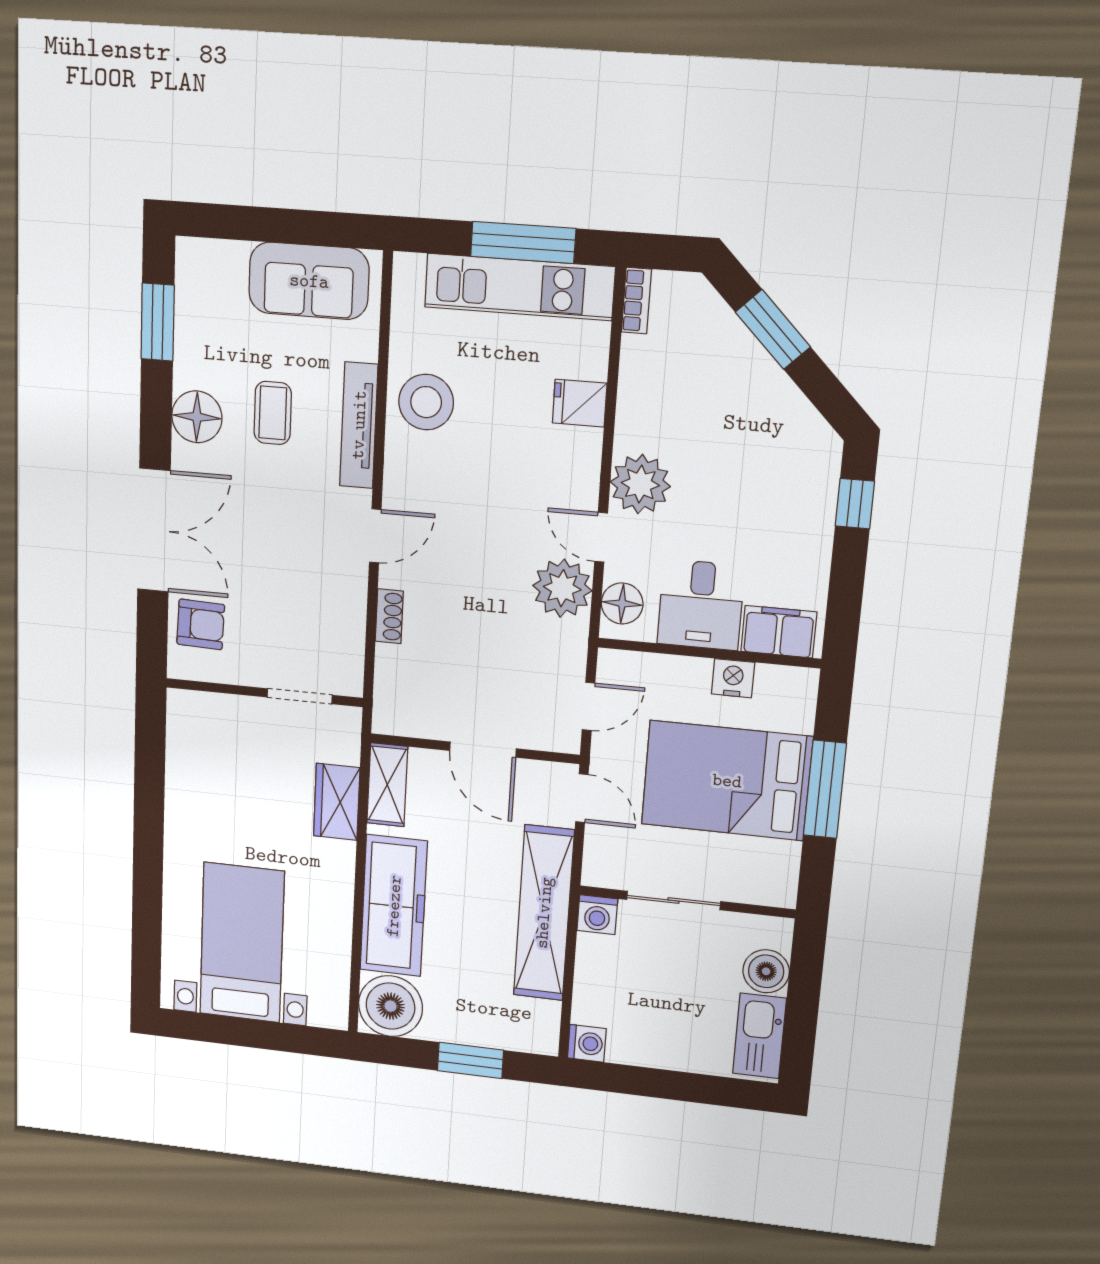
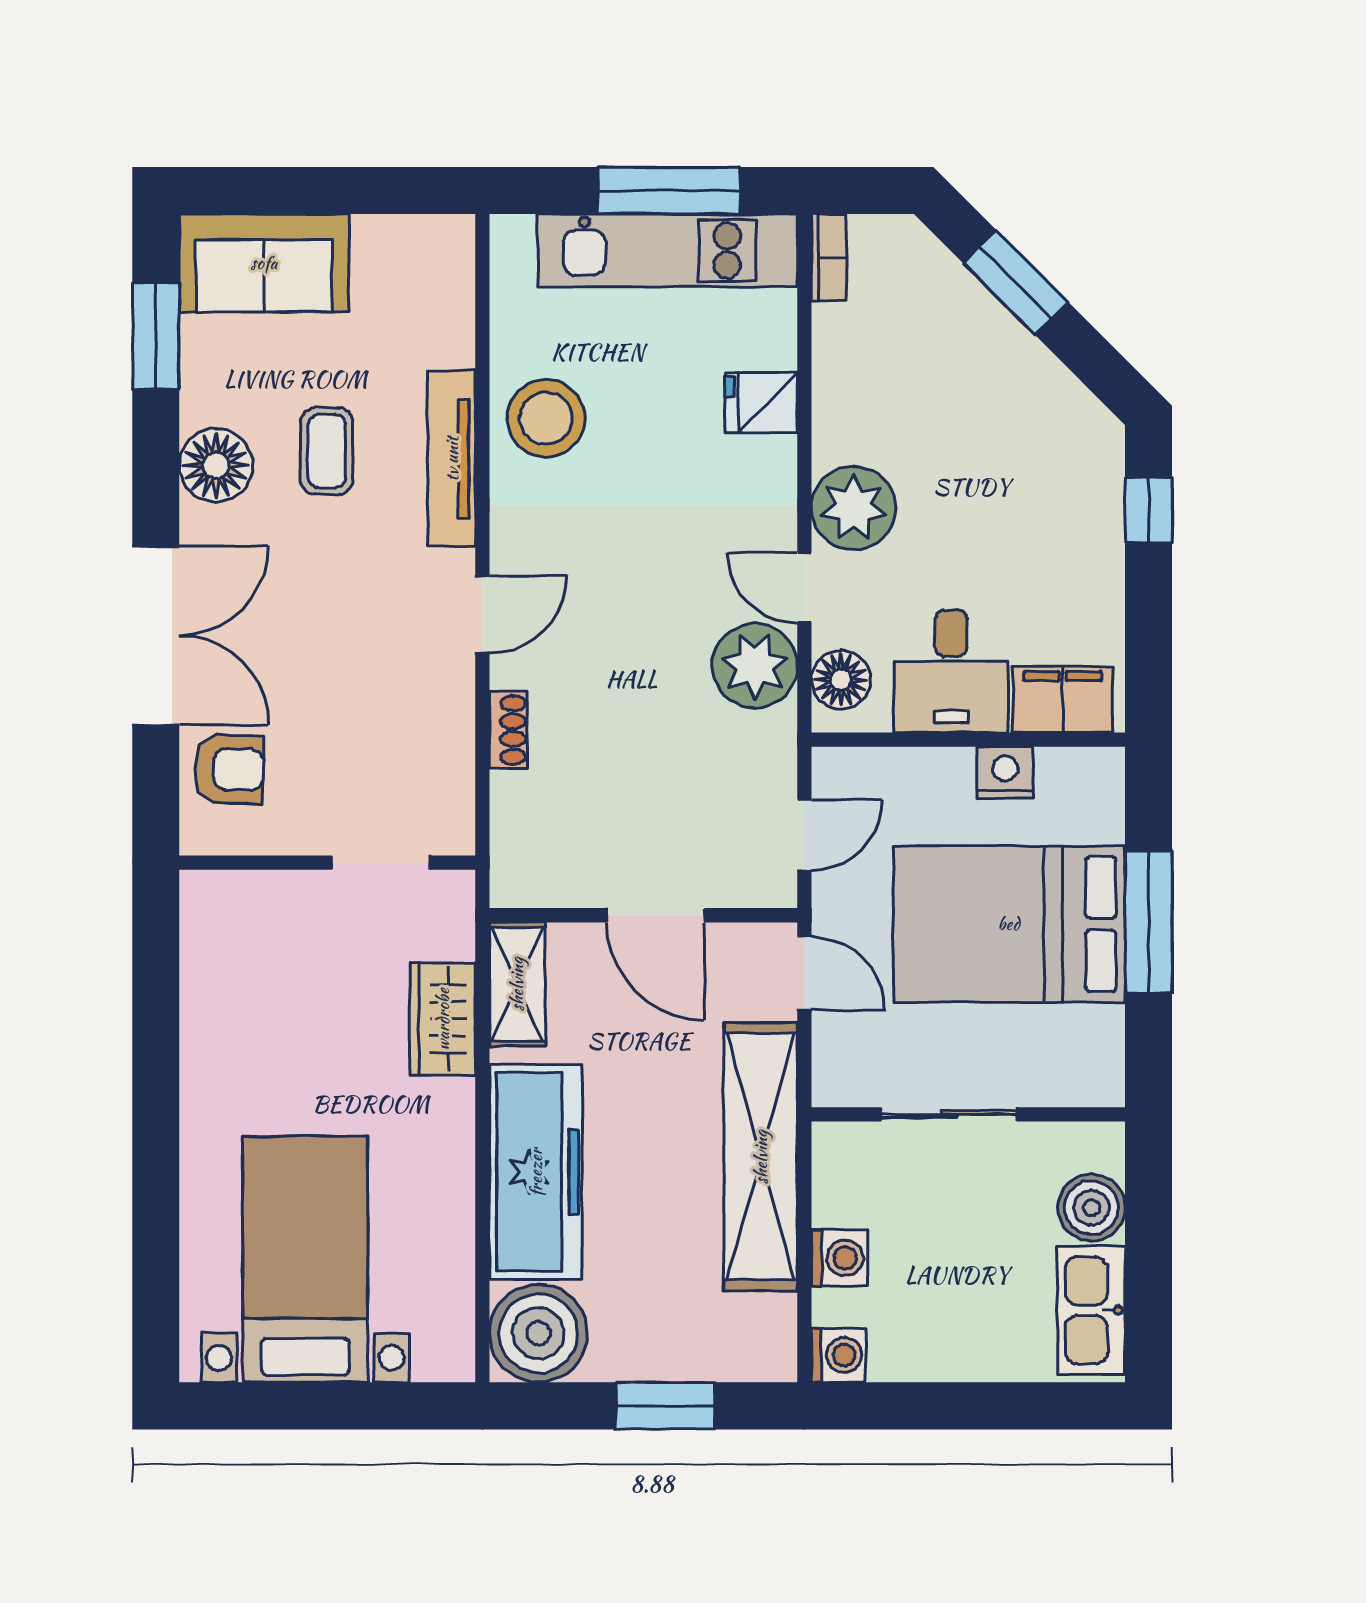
sofa: (309, 281) -> (264, 263), moved
washing machine: (597, 915) -> (840, 1258), moved, turned -90

